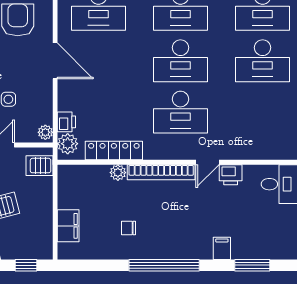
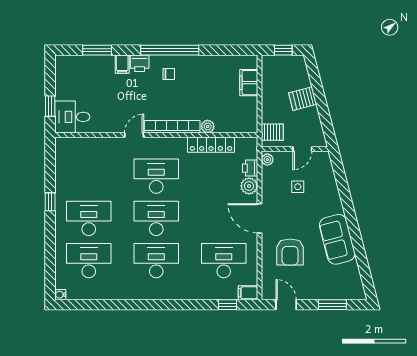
plant: (68, 144) -> (249, 186), moved
printer: (231, 175) -> (140, 63), moved, turned 180
chair: (129, 228) -> (169, 74), moved

